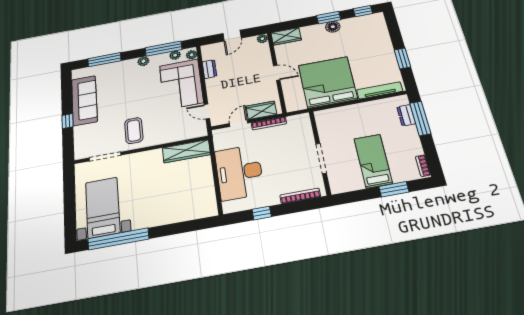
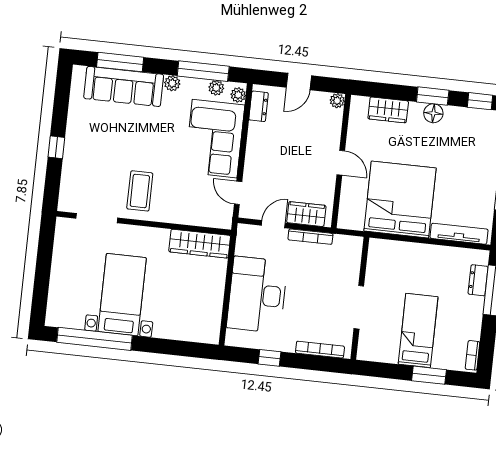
wardrobe: (286, 36) -> (388, 110), moved
dresser: (209, 69) -> (259, 106), moved
sofa: (84, 100) -> (124, 86), moved, turned 90
bed with nightstands: (103, 207) -> (122, 295), moved

